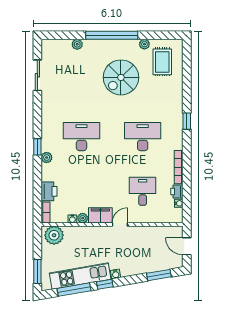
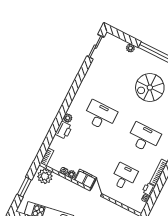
sliding door: (37, 75) -> (95, 47), moved
window: (37, 147) -> (65, 107), removed
printer: (49, 191) -> (64, 130), moved
door: (120, 224) -> (96, 192), hinge flipped
window: (37, 272) -> (24, 187), moved

